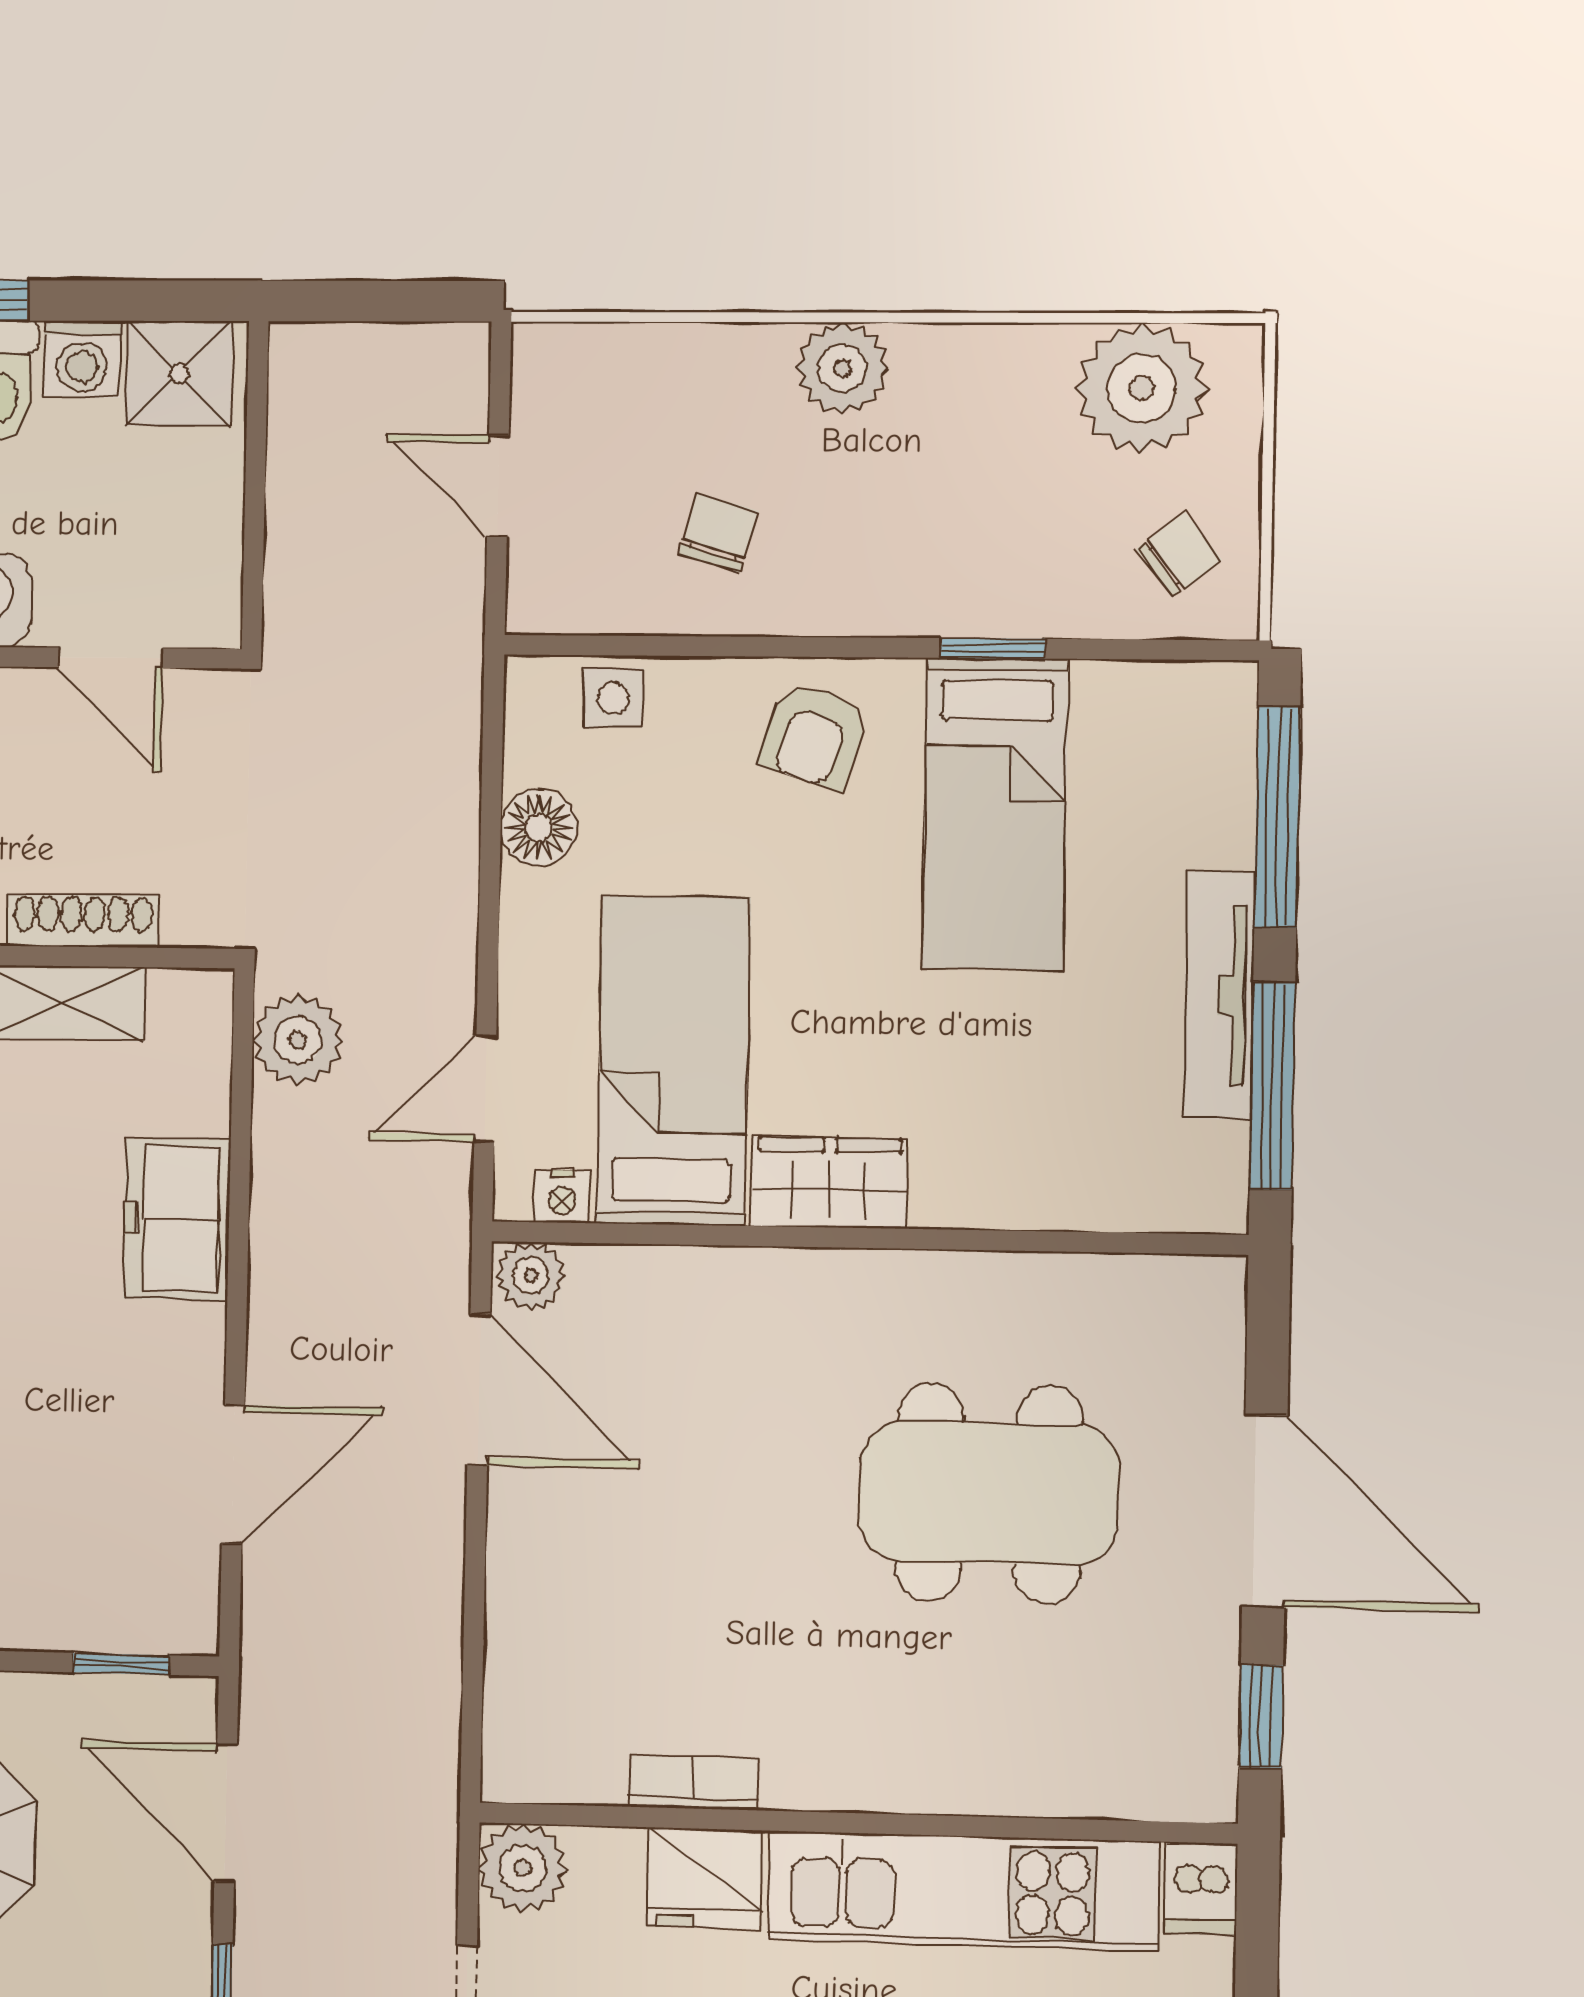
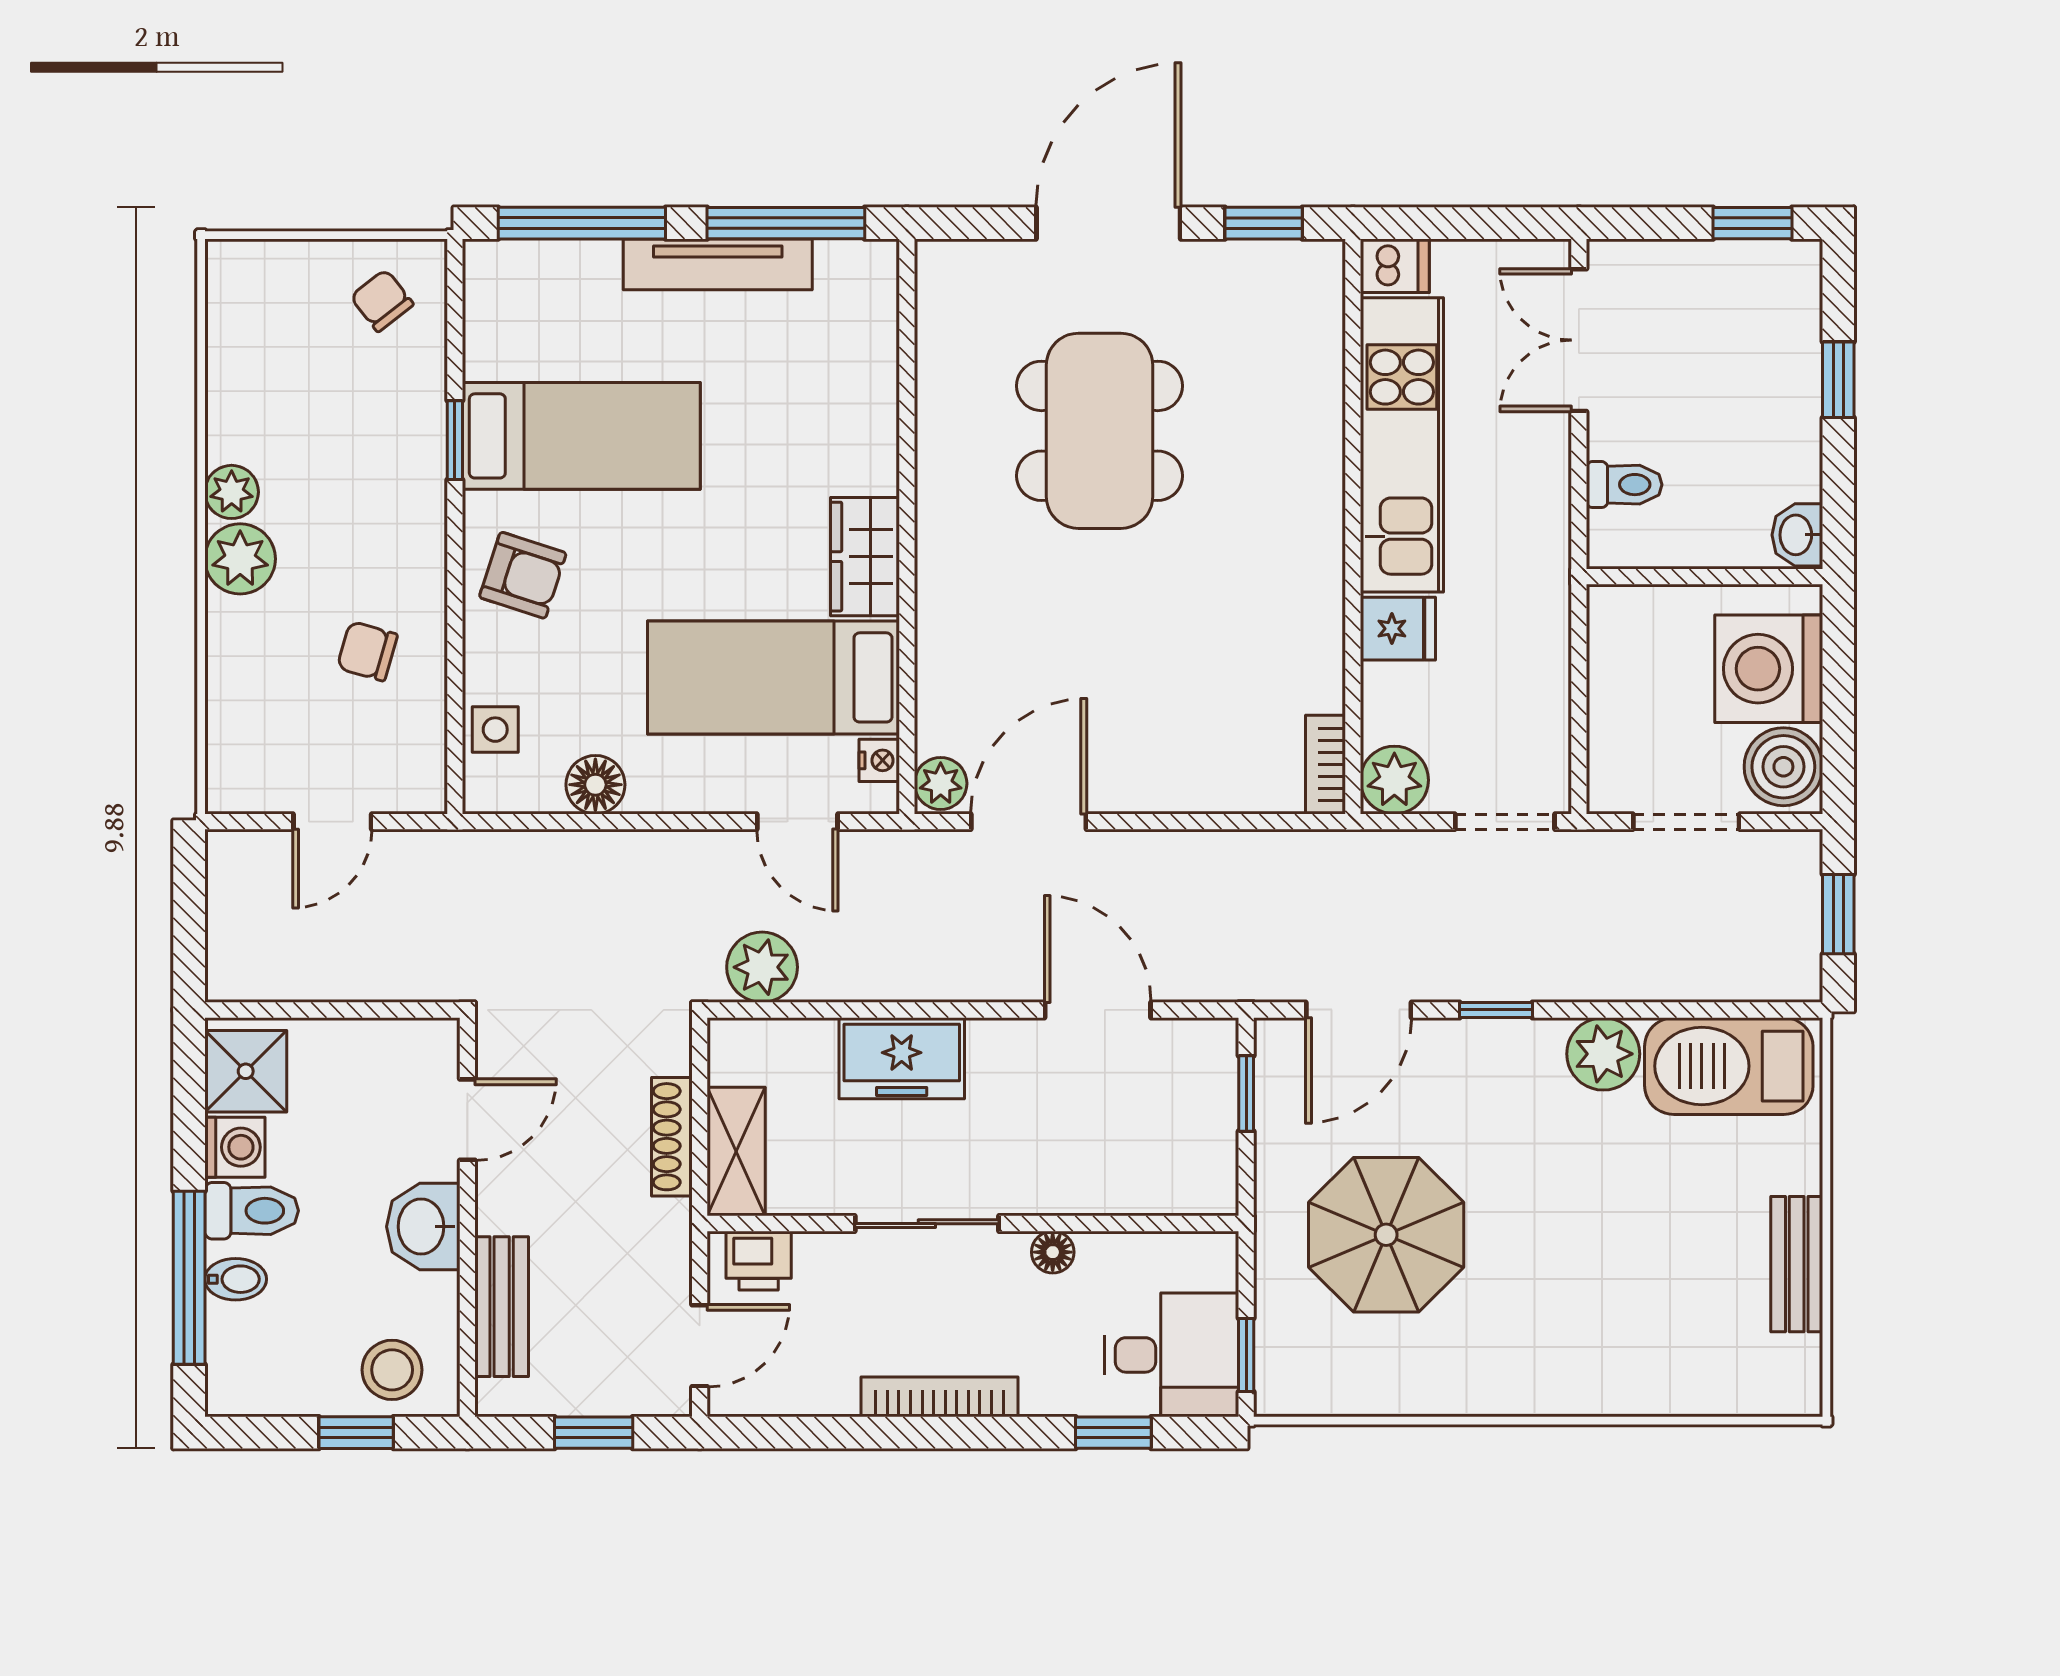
plant: (1142, 388) -> (232, 492), moved, width x0.53, depth x0.53
bookcase: (694, 1783) -> (1326, 765), moved
fridge: (705, 1878) -> (1398, 629), width x0.72

